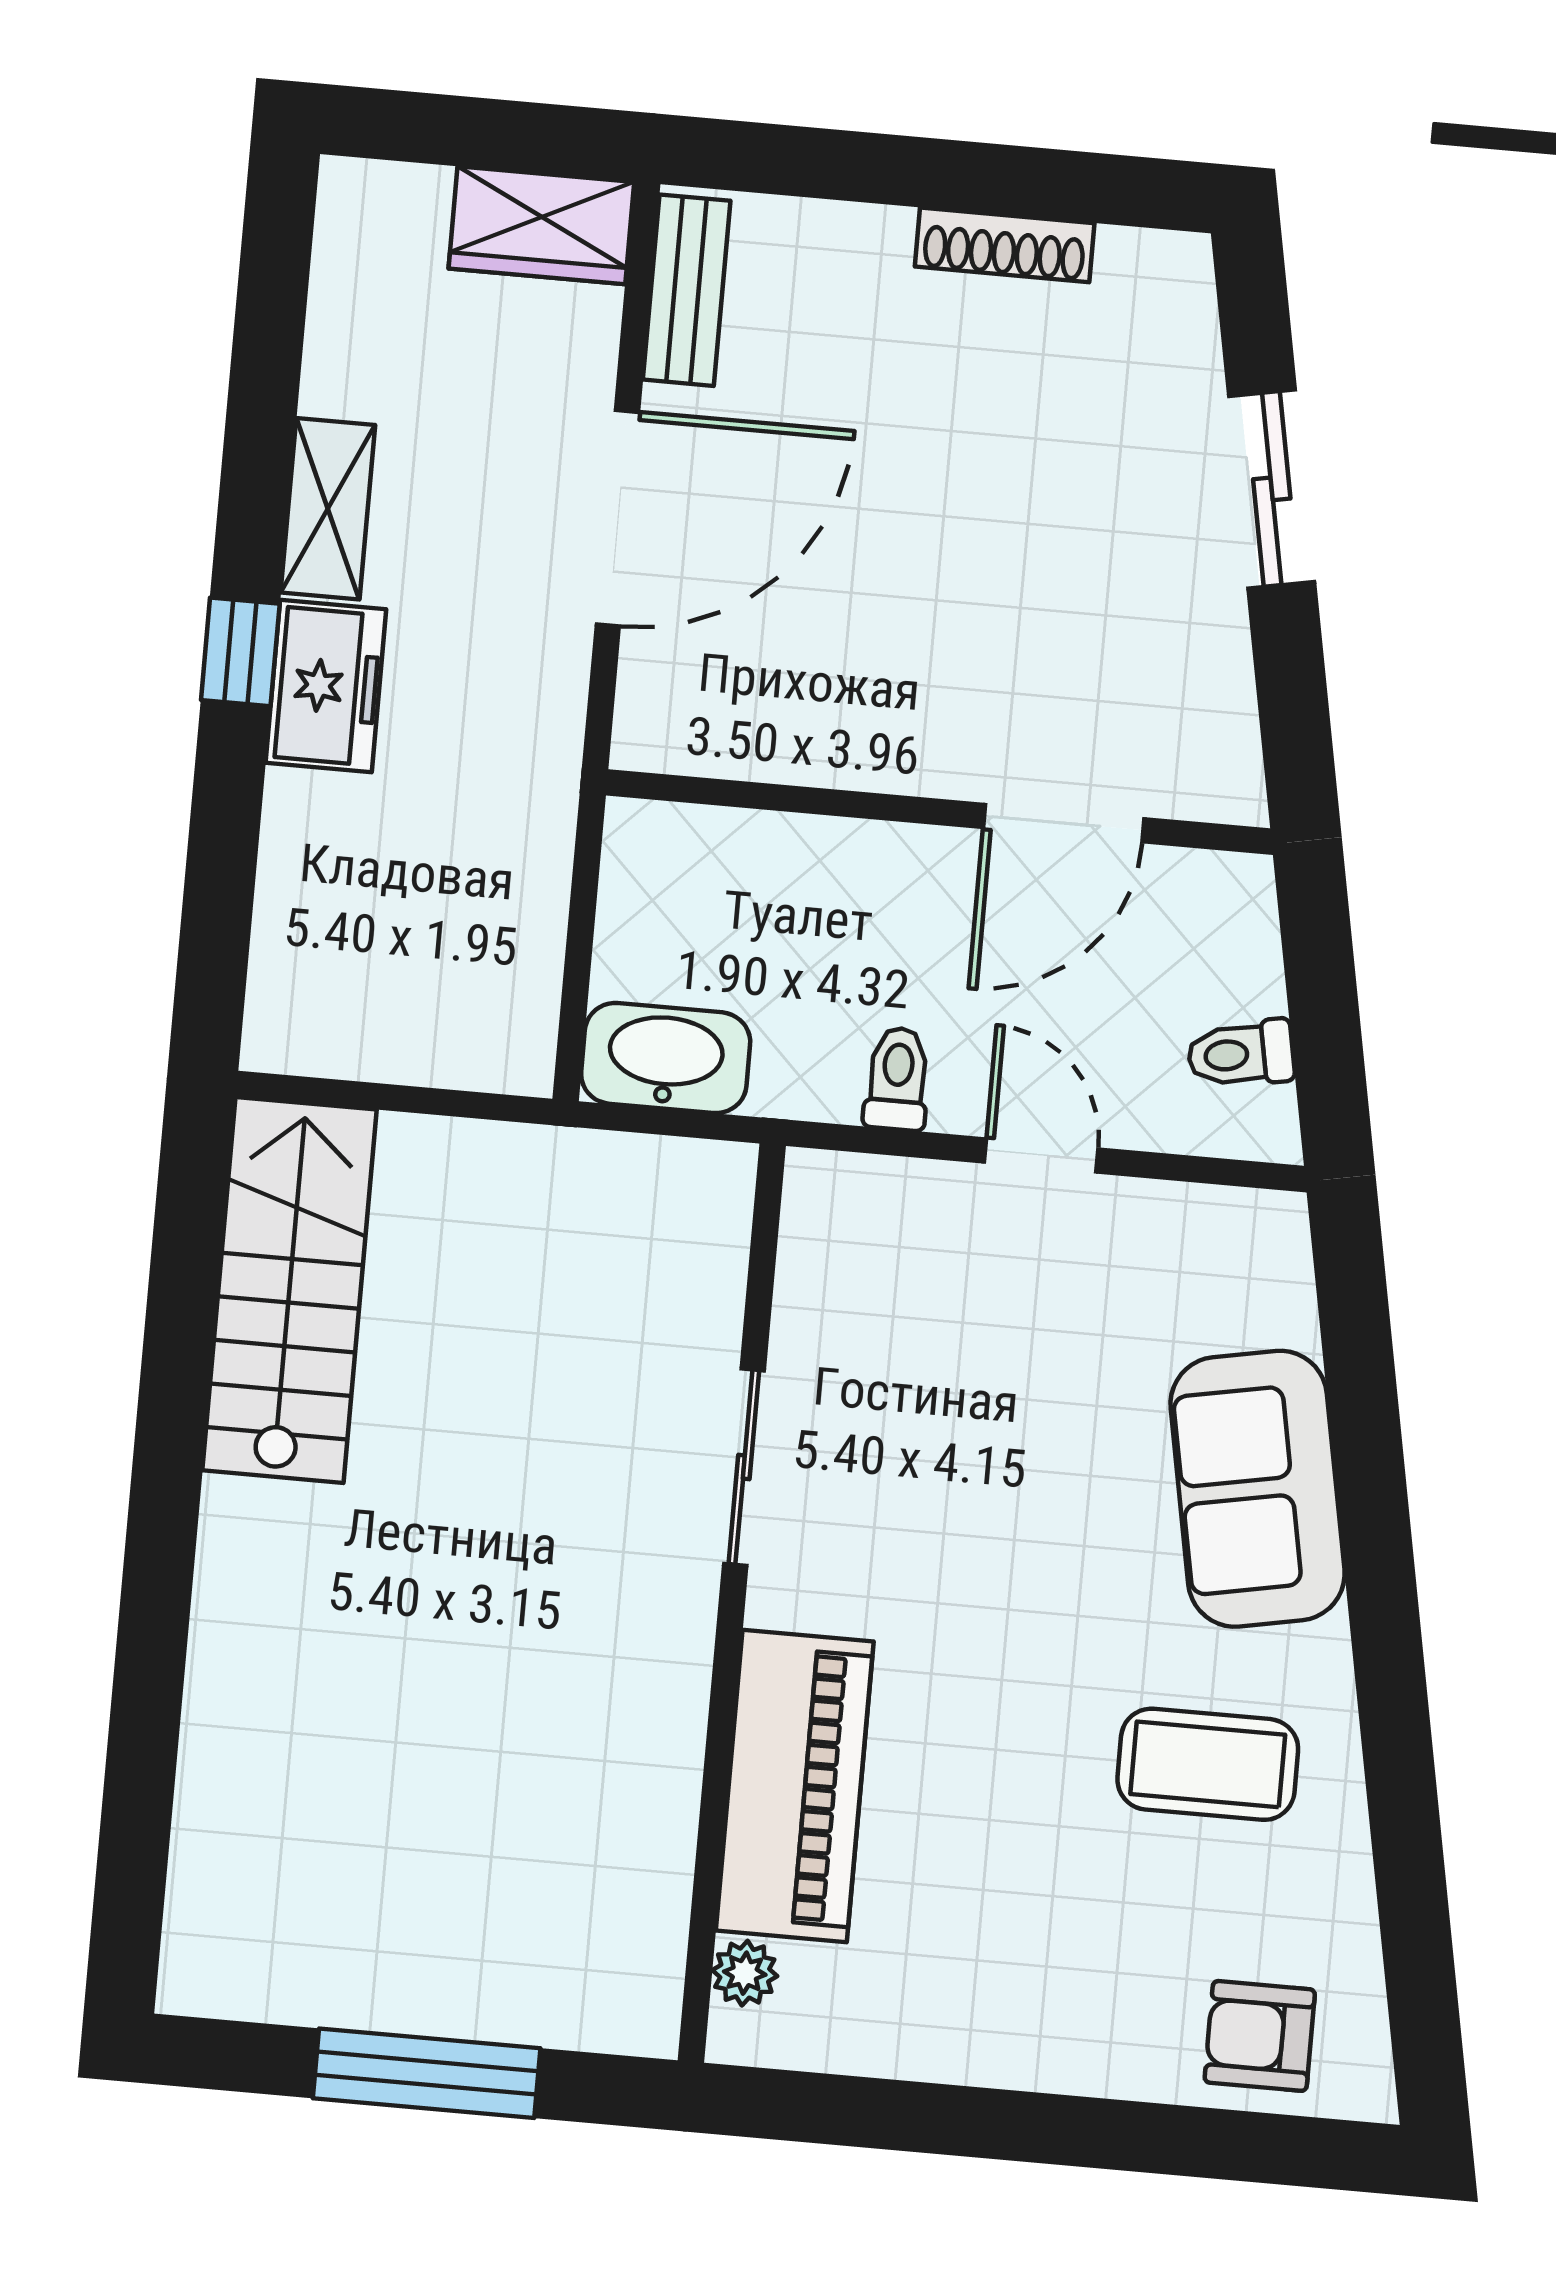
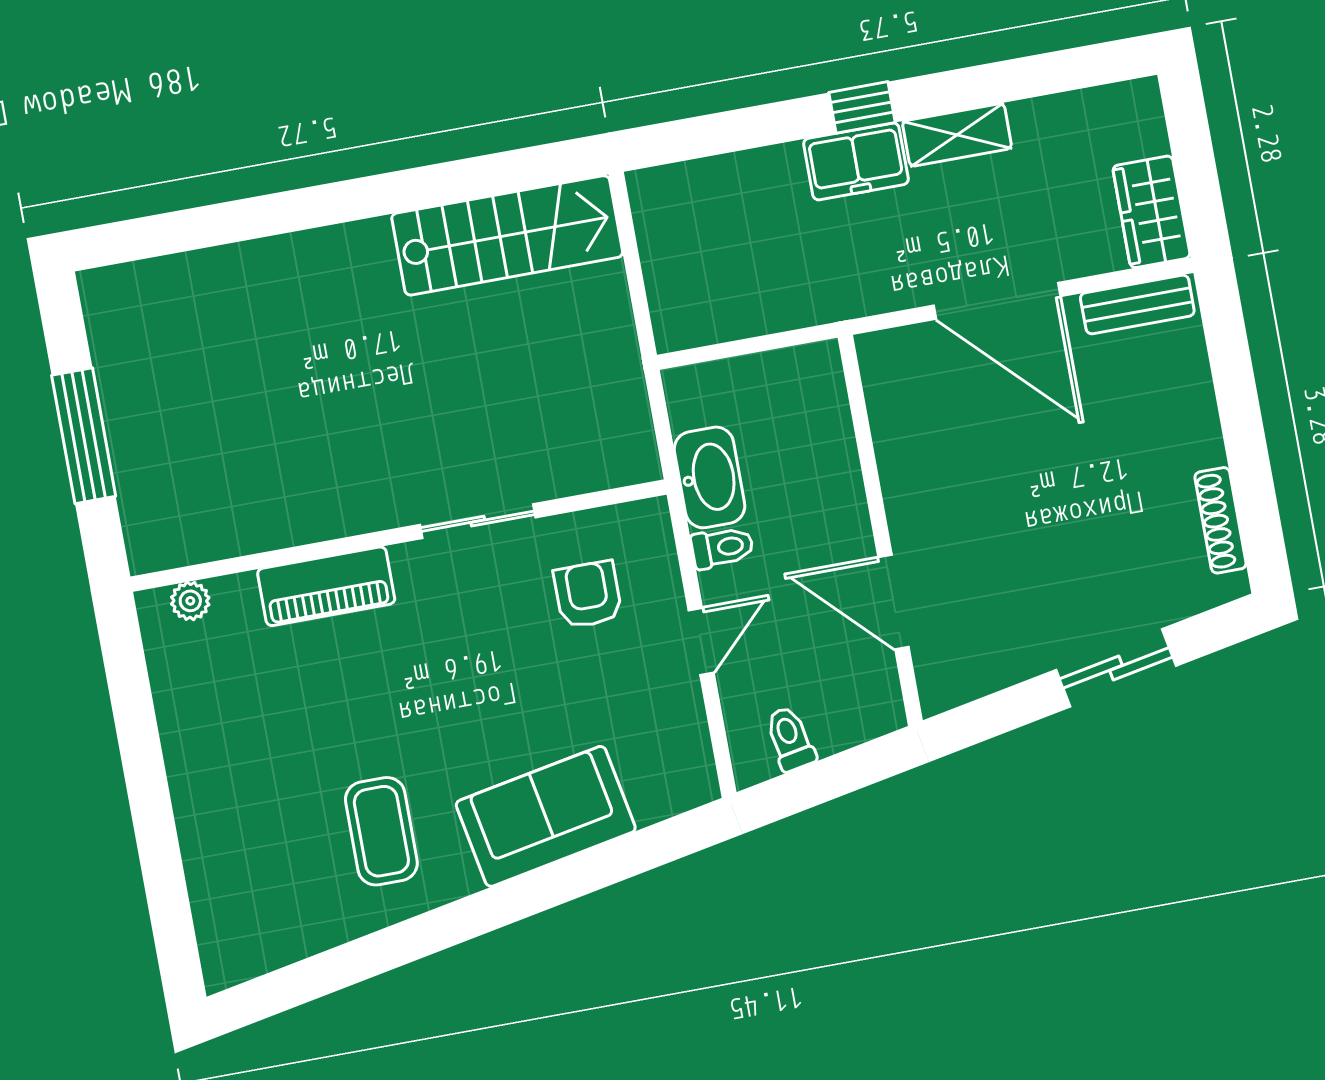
shoe rack: (1005, 245) -> (1221, 520), moved
washbasin: (666, 1058) -> (710, 477), moved
piano: (795, 1786) -> (326, 586), width x0.73, depth x0.75
armchair: (1260, 2036) -> (588, 595), moved

